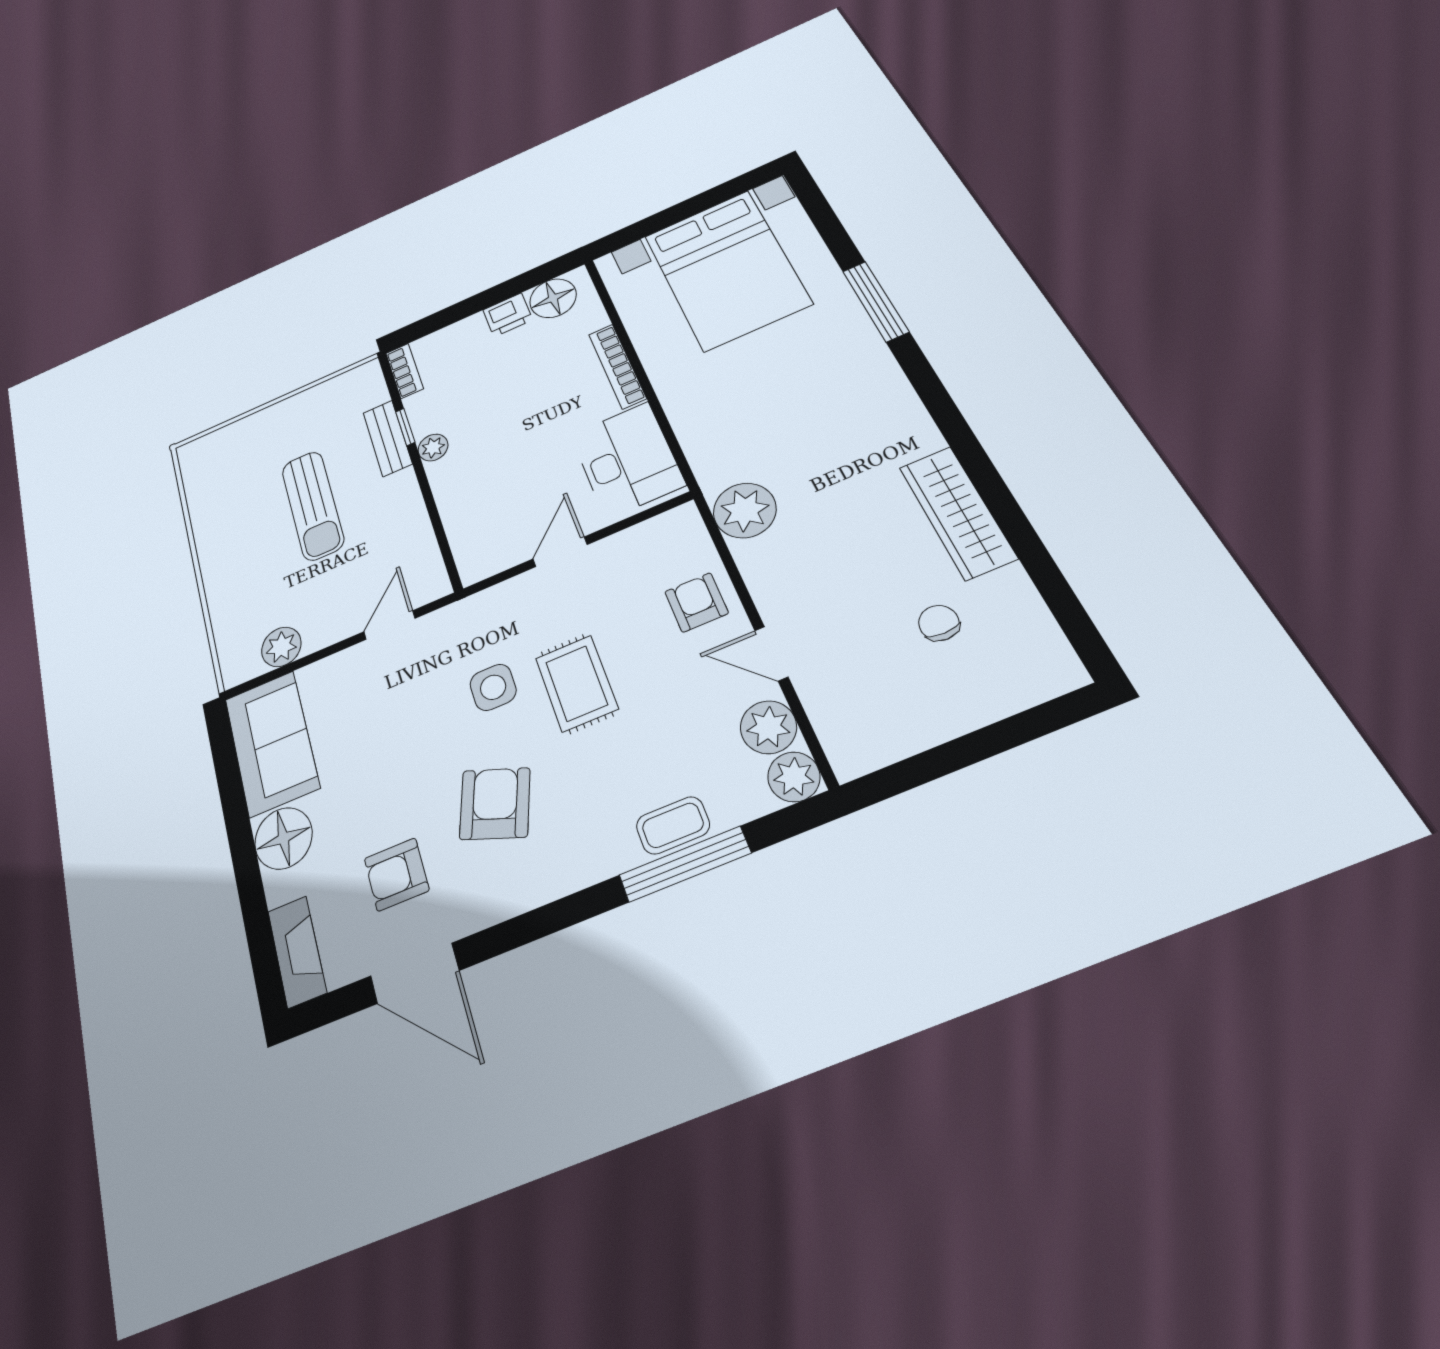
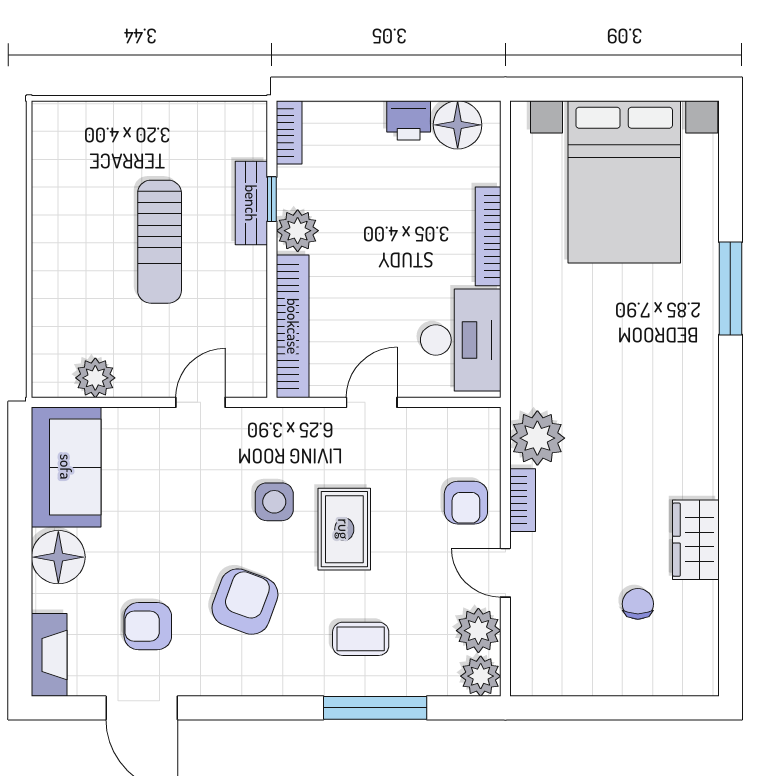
plant: (433, 447) -> (298, 231), width x1.38, depth x1.38
wardrobe: (957, 512) -> (696, 540), width x0.67
bookcase: (458, 520) -> (293, 326), added
bookcase: (756, 574) -> (523, 500), added
armchair: (696, 602) -> (466, 503), turned 180
coffee table: (673, 825) -> (361, 639), moved

